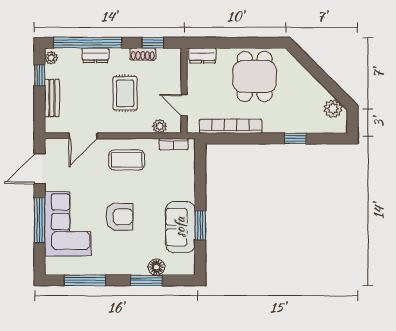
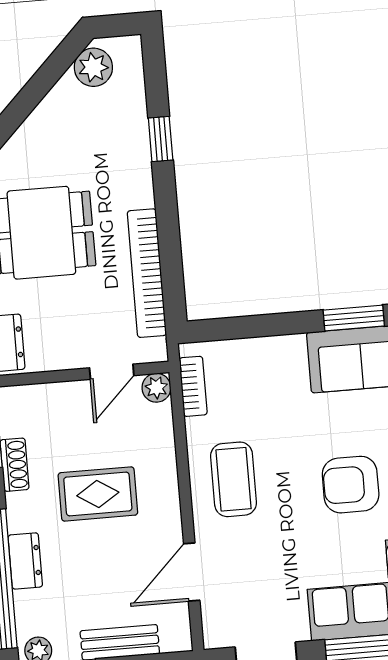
plant: (160, 126) -> (156, 388), moved
door: (83, 136) -> (192, 572), swing flipped
armchair: (119, 217) -> (351, 485), turned -90

